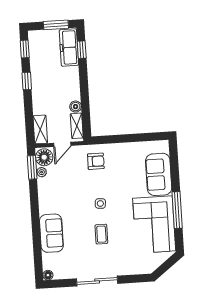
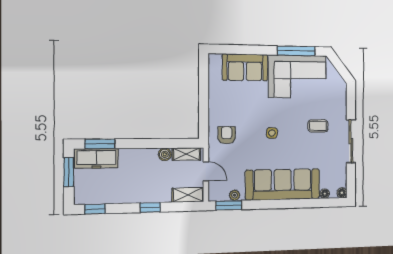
window: (82, 50) -> (100, 144), width x1.50
window: (27, 81) -> (150, 208), moved
floor lamp: (44, 157) -> (325, 194), moved, width x0.53, depth x0.53
window: (177, 210) -> (296, 51), moved
sofa: (51, 233) -> (283, 184), width x1.85, depth x1.27
coffee table: (101, 234) -> (318, 126), moved

